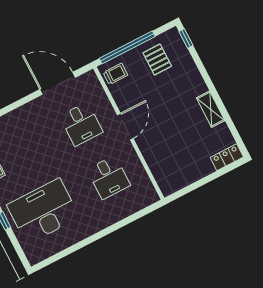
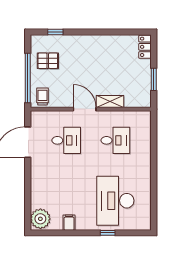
window: (186, 38) -> (55, 32), moved
shelving: (211, 109) -> (110, 102), moved
window: (196, 185) -> (154, 79), added

